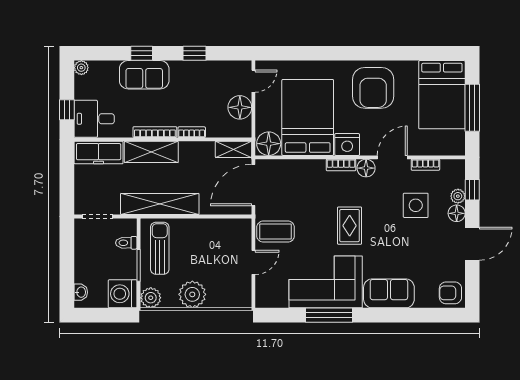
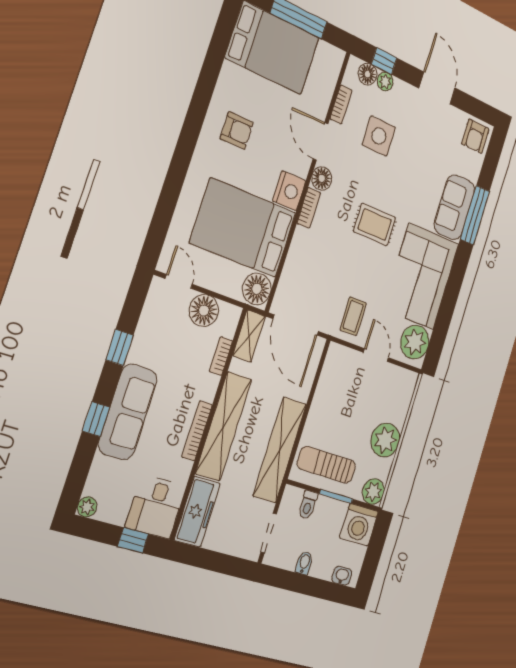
sofa: (144, 75) -> (128, 412), width x1.36
armchair: (373, 88) -> (237, 131), width x0.53, depth x0.53
bookcase: (192, 132) -> (221, 356), moved
shelving: (151, 152) -> (224, 426), width x1.47
floor lamp: (457, 213) -> (368, 74), moved
coffee table: (276, 232) -> (353, 316), width x0.73, depth x0.77
bidet: (83, 255) -> (304, 563), added
plant: (274, 294) -> (415, 342), added
window: (329, 315) -> (475, 215), moved

